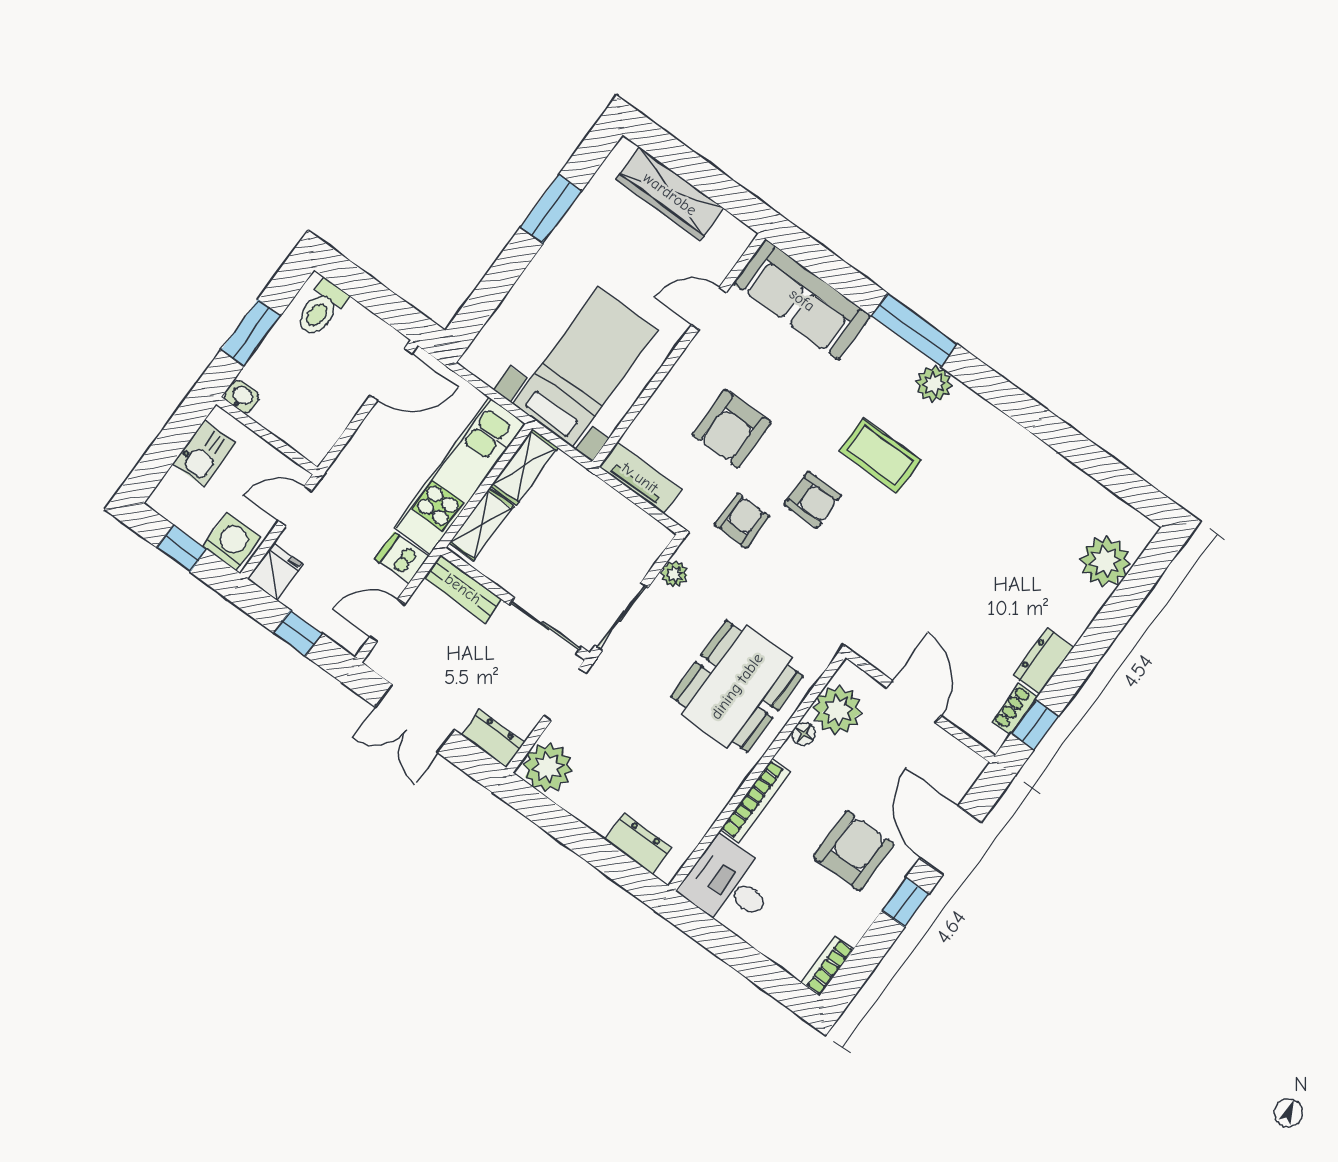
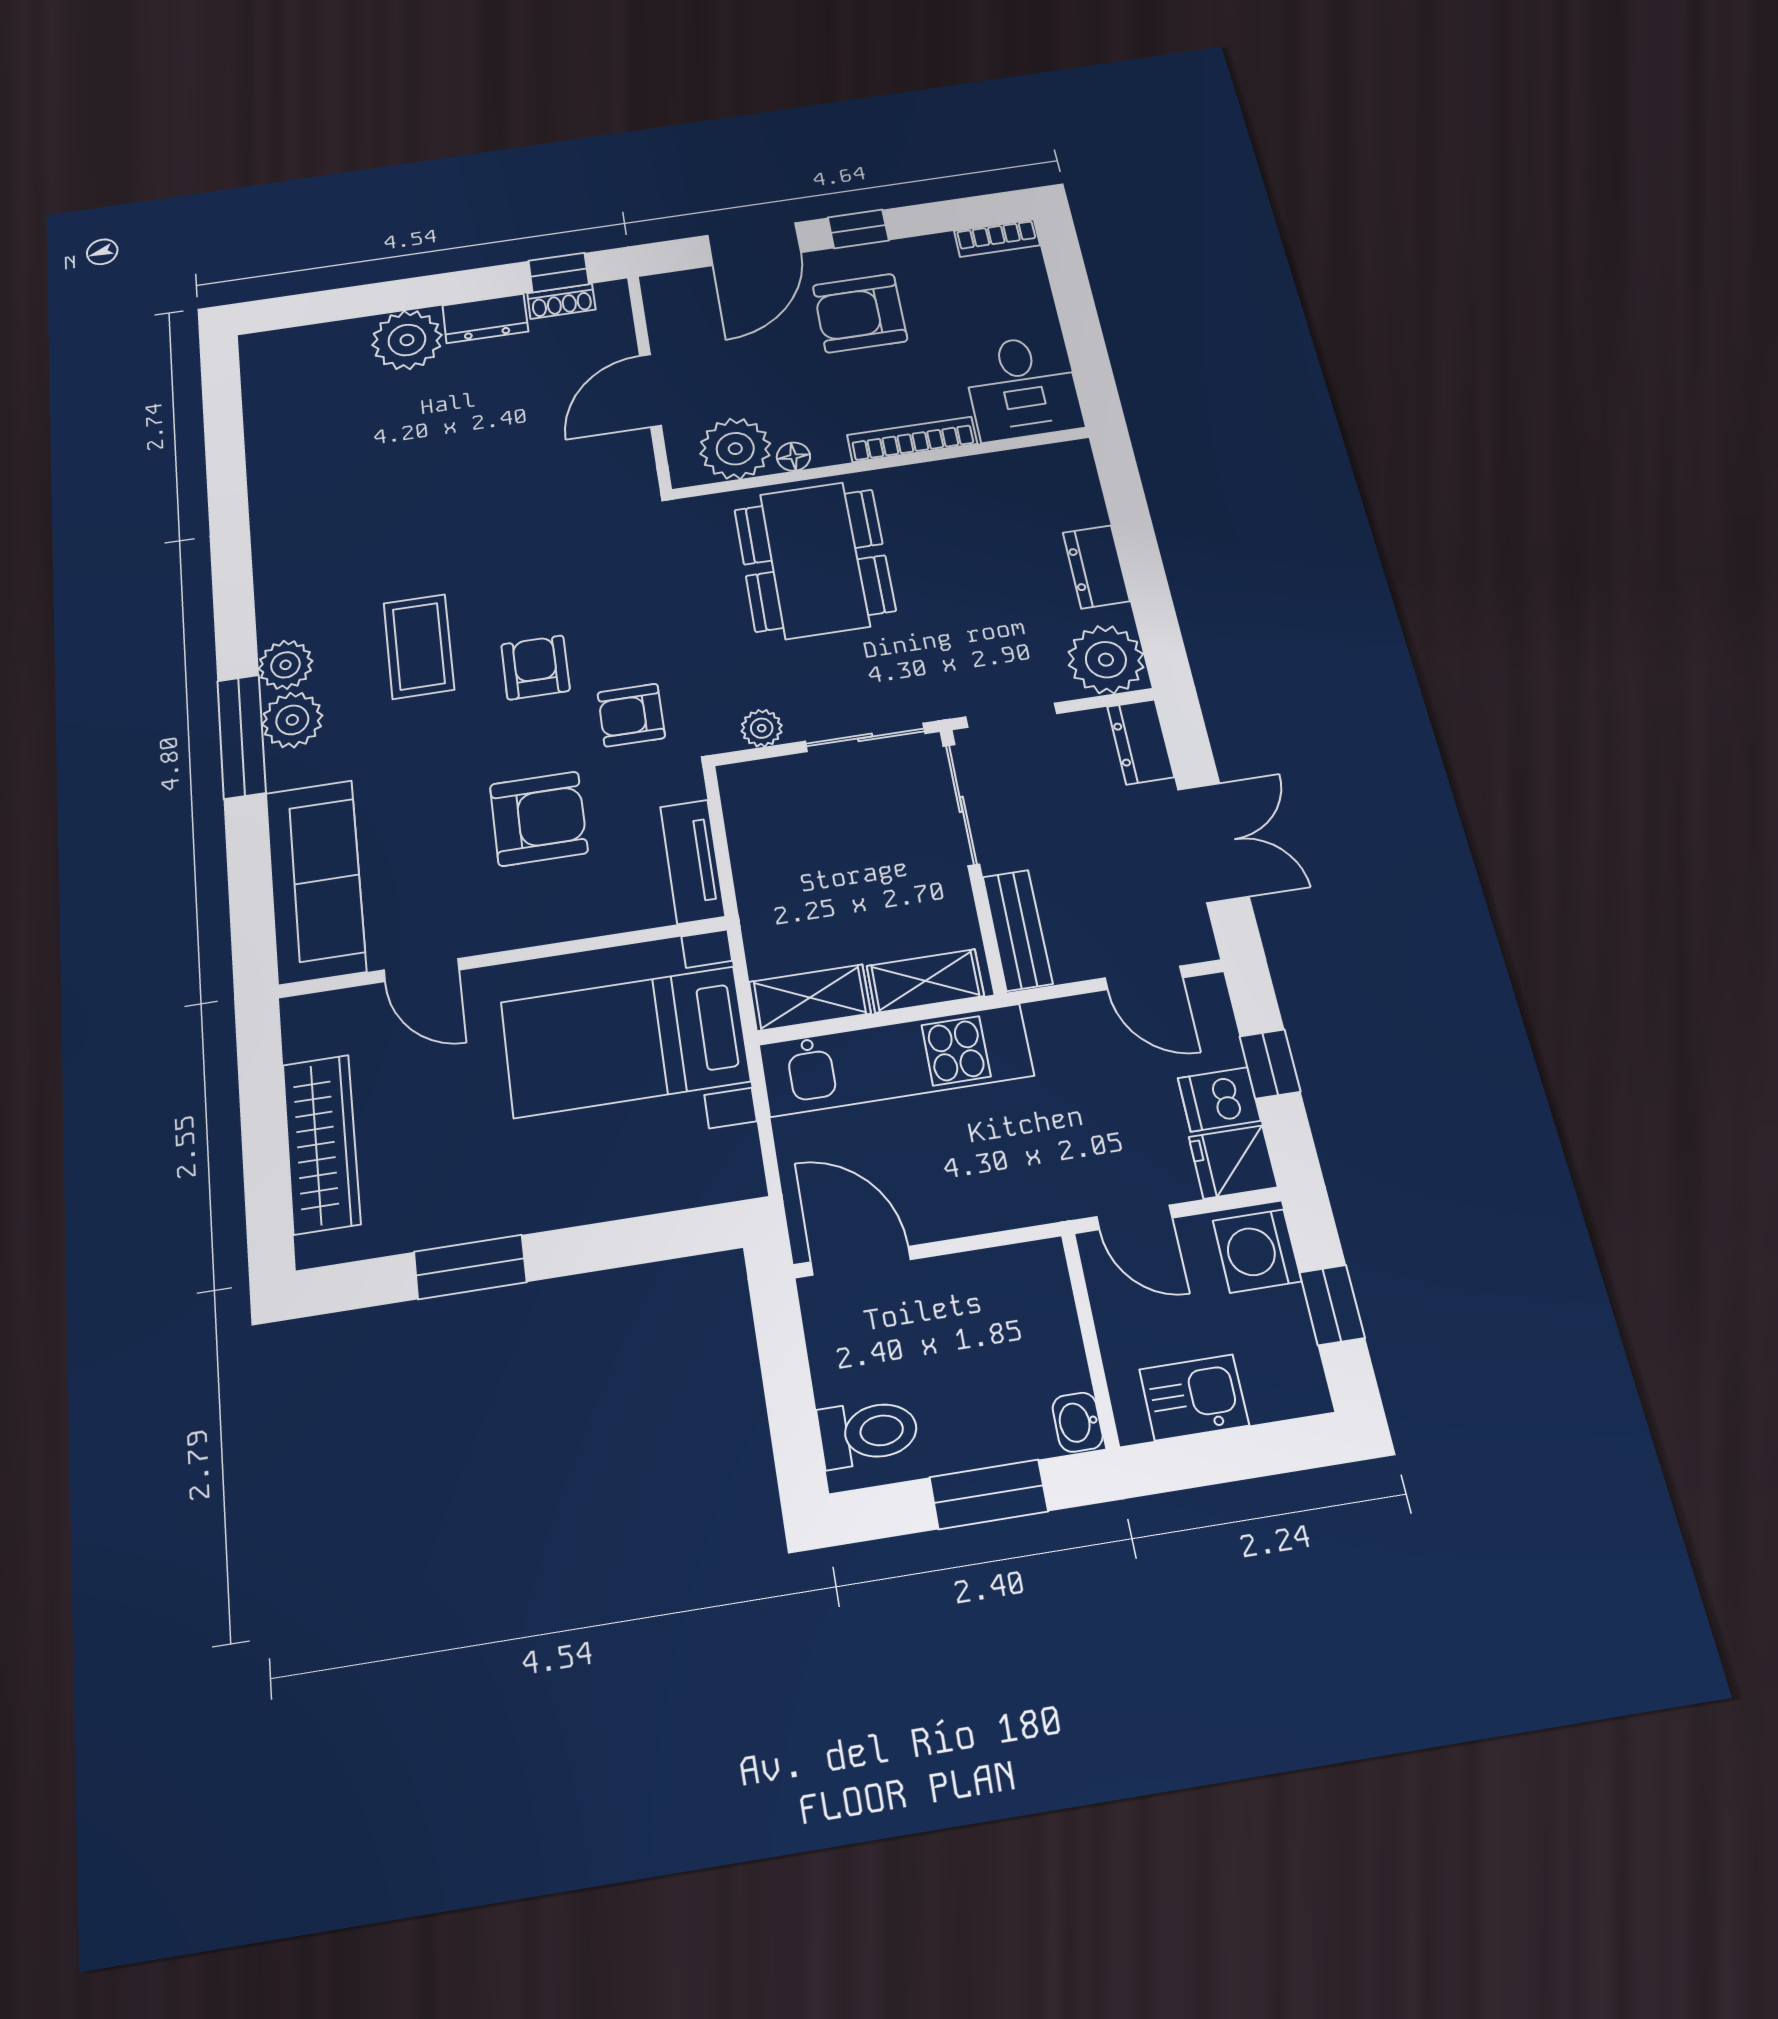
plant: (899, 361) -> (292, 720), added
dishwasher: (402, 557) -> (1219, 1099), moved, turned 90
plant: (1105, 562) -> (407, 340), moved
dining table: (737, 686) -> (814, 560), turned 90
dresser: (638, 844) -> (1096, 567), moved

